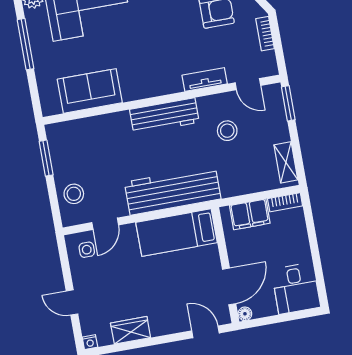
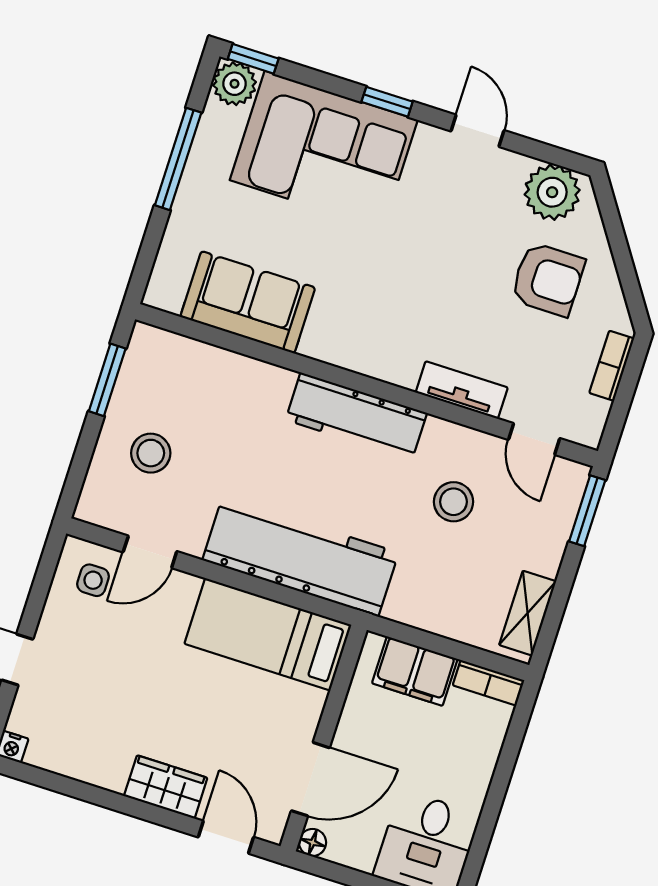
stool: (74, 194) -> (151, 453), moved
wardrobe: (131, 330) -> (166, 787), moved

